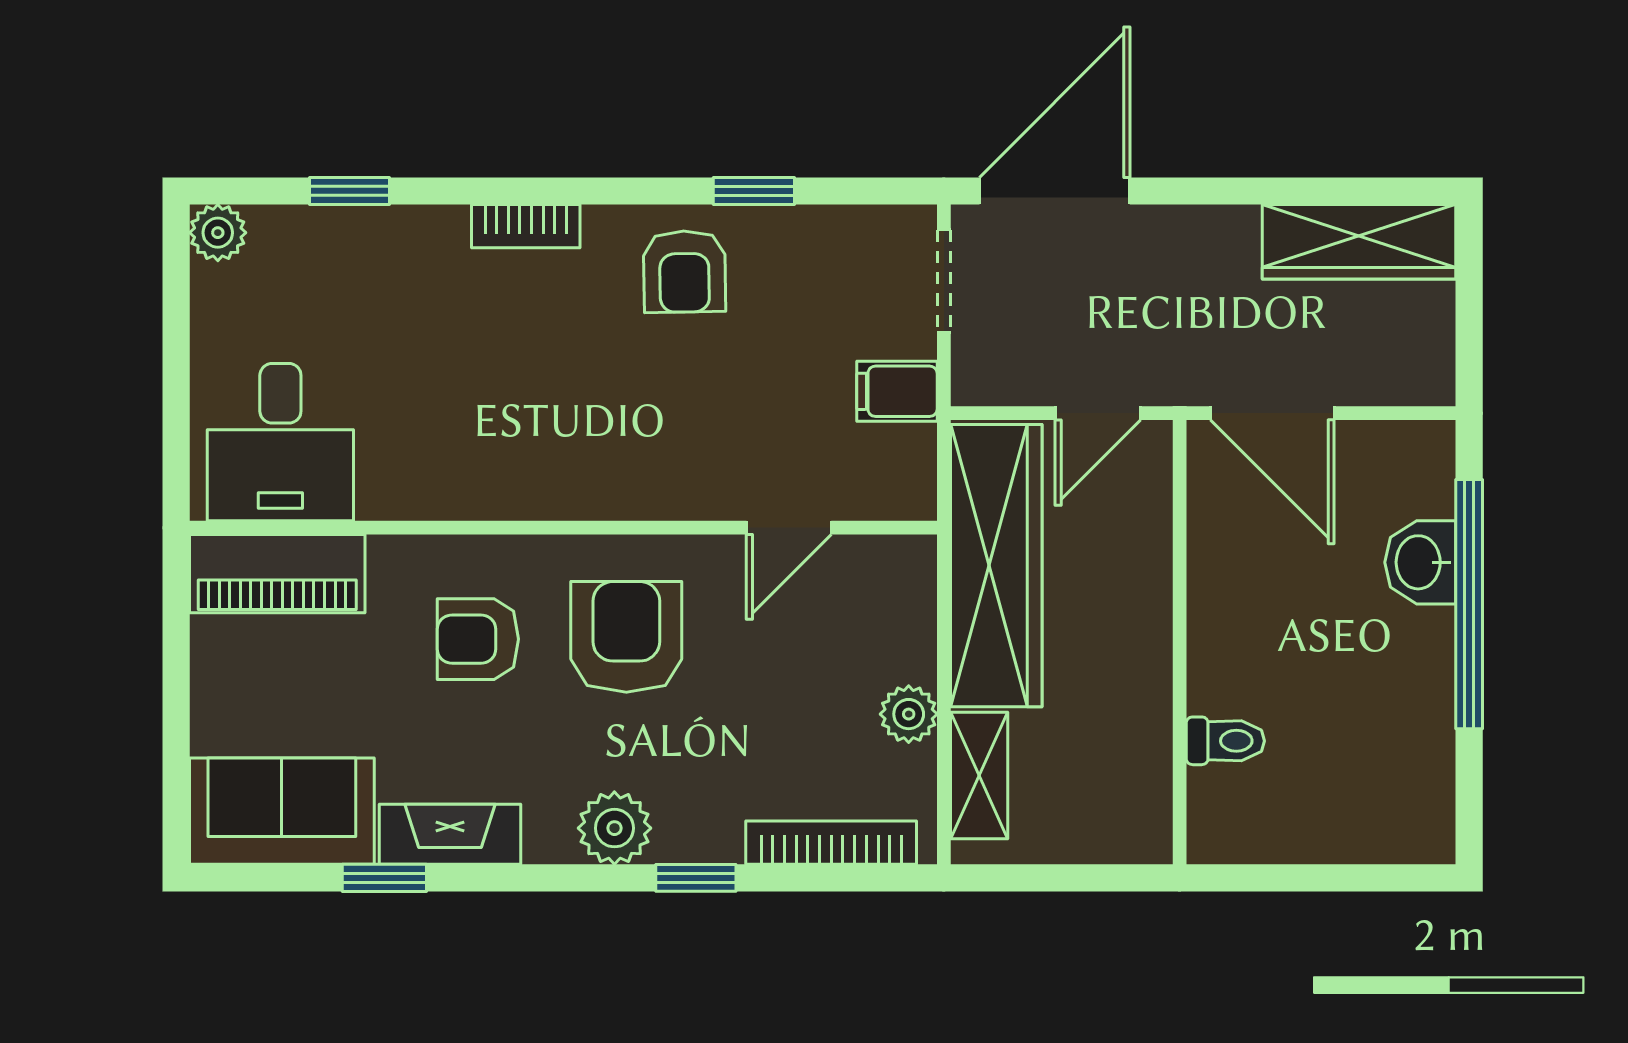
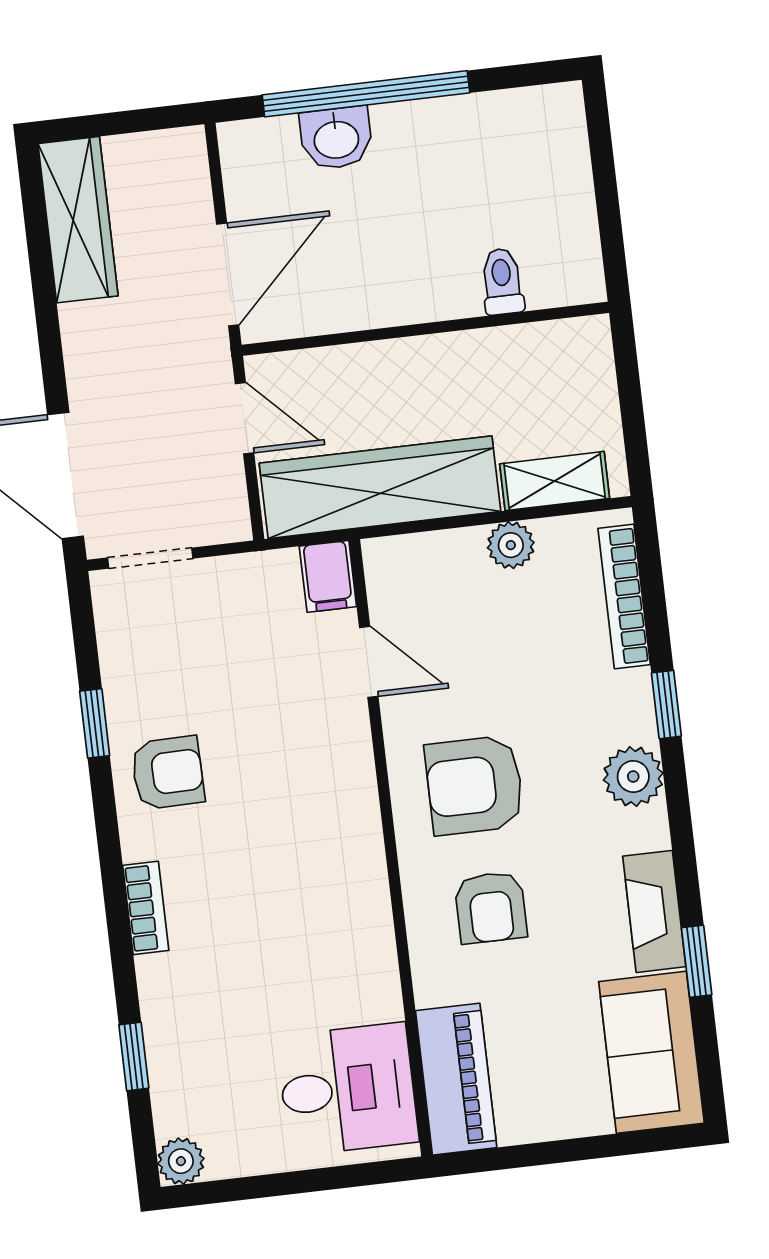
filing cabinet: (897, 391) -> (328, 576), moved

